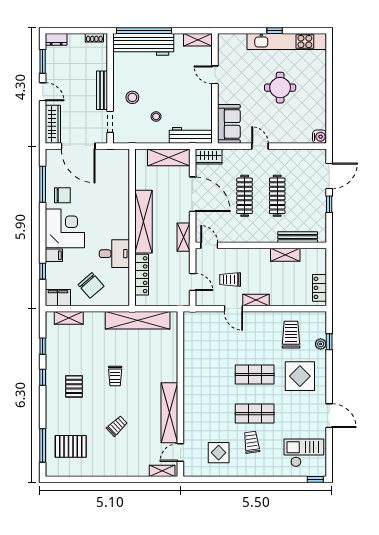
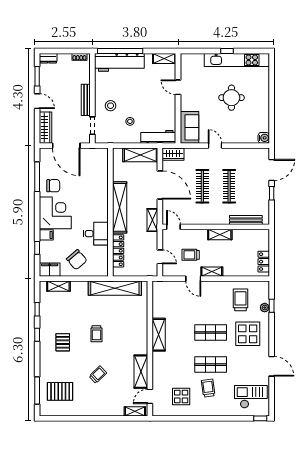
shelving: (285, 255) -> (220, 234), moved
shelving: (191, 377) -> (159, 335), added
shelving: (169, 413) -> (141, 372), width x0.68

